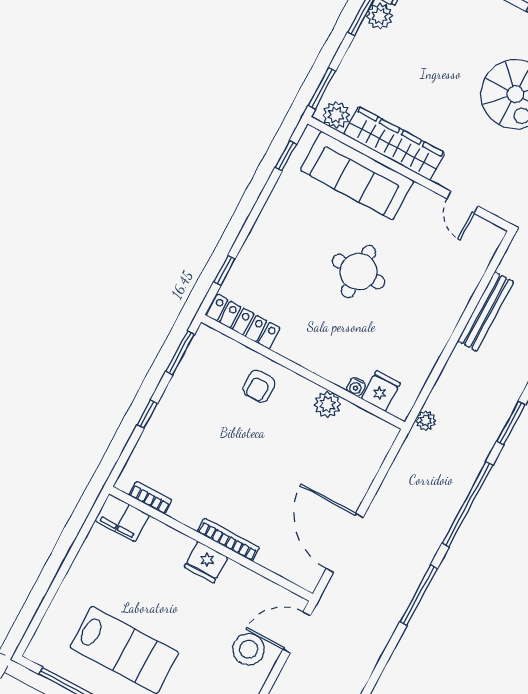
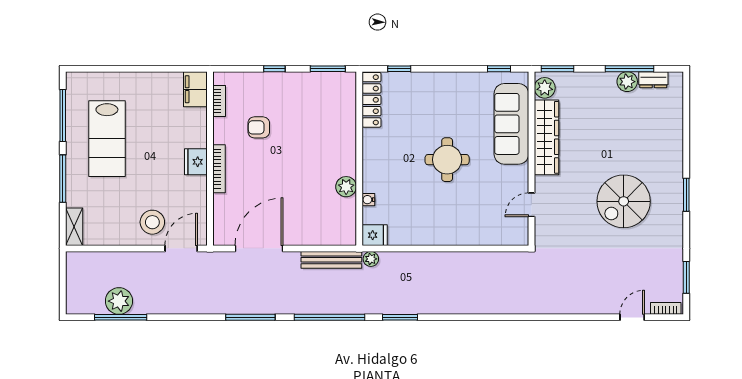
bench: (486, 311) -> (331, 260), moved
armchair: (259, 386) -> (259, 127), moved
fridge: (381, 391) -> (375, 235), moved
door: (297, 632) -> (181, 248), hinge flipped

